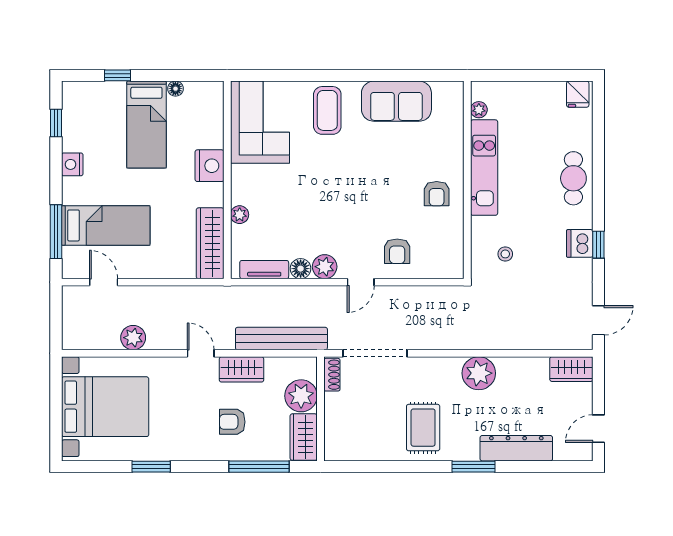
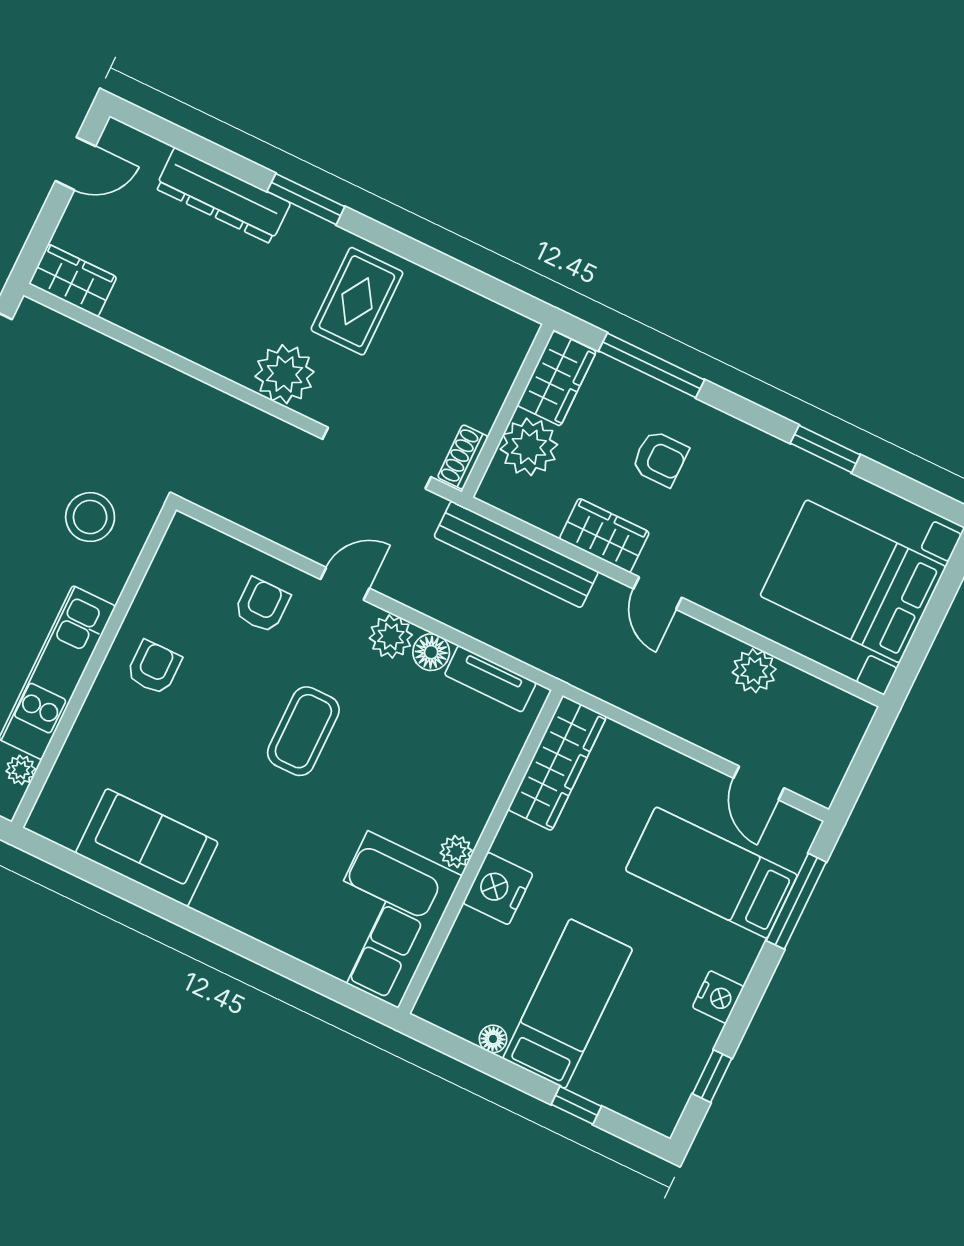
coffee table: (327, 110) -> (303, 731), moved
plant: (240, 215) -> (456, 852), moved
stool: (505, 254) -> (90, 517), width x1.89, depth x1.89
plant: (479, 373) -> (285, 374), moved

